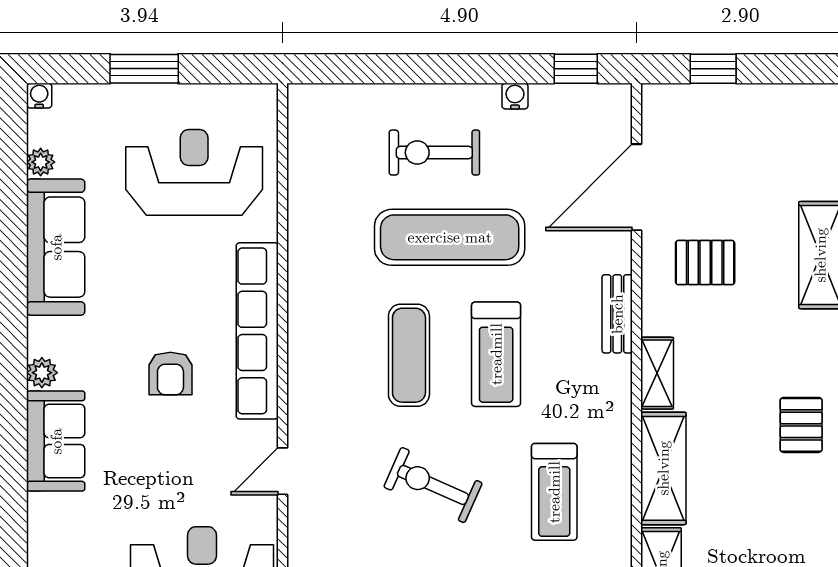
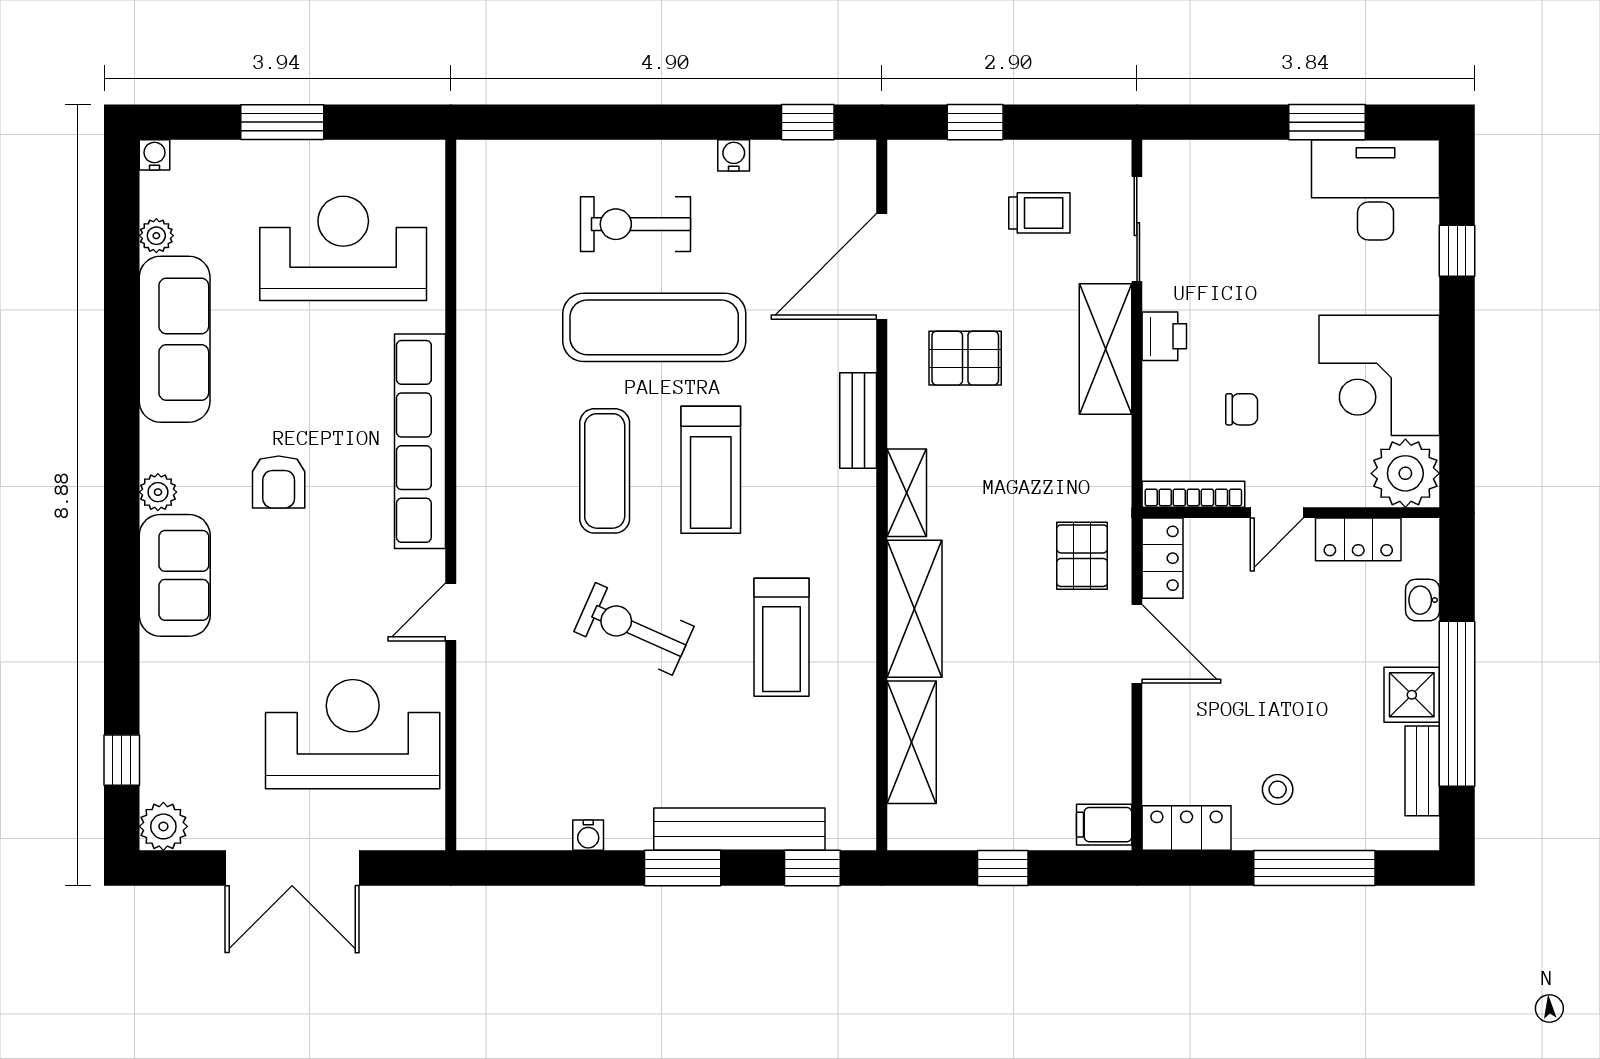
trolley: (766, 143) -> (1039, 213), added
armchair: (170, 373) -> (279, 482), moved

